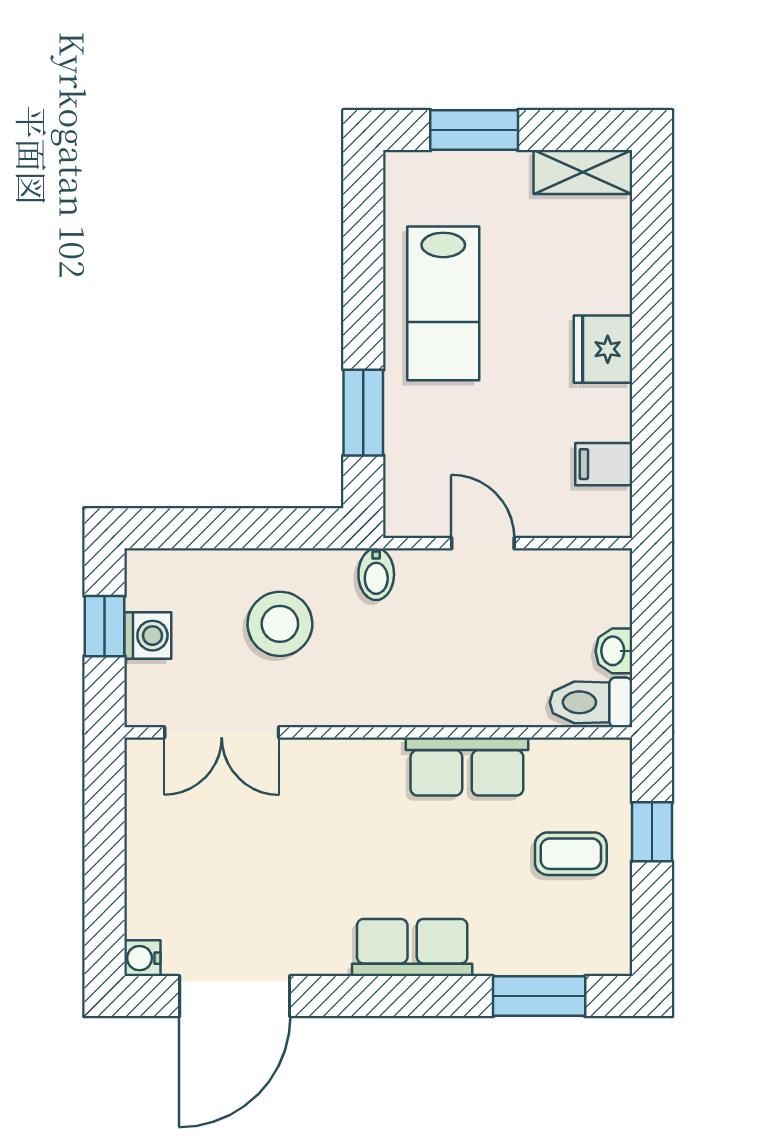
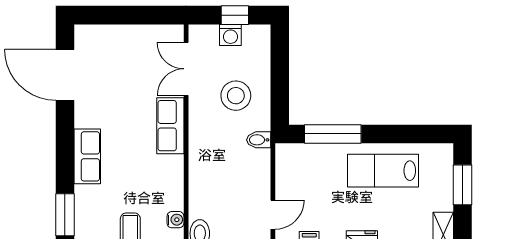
window: (363, 413) -> (333, 134), width x1.44
door: (483, 543) -> (273, 215), moved
row of seats: (467, 766) -> (170, 126), moved
water cooler: (142, 958) -> (175, 220), moved, turned 90

